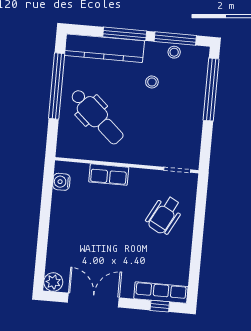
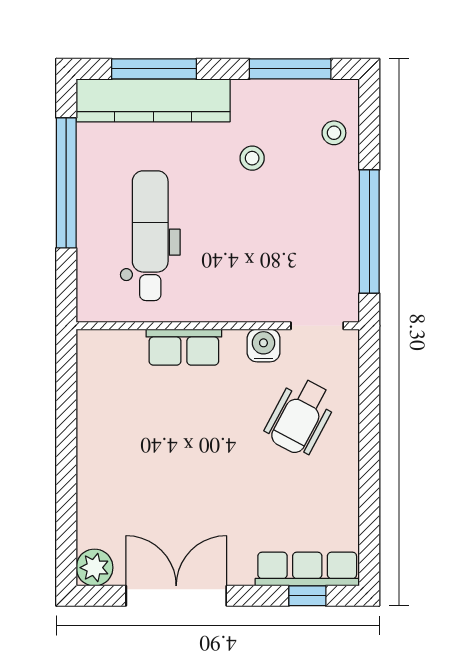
window: (125, 34) -> (154, 69), moved
stool: (174, 52) -> (334, 133), moved
window: (211, 90) -> (369, 231), moved
dental chair: (97, 117) -> (150, 236), turned -132
water cooler: (61, 182) -> (263, 345), moved, turned 90

